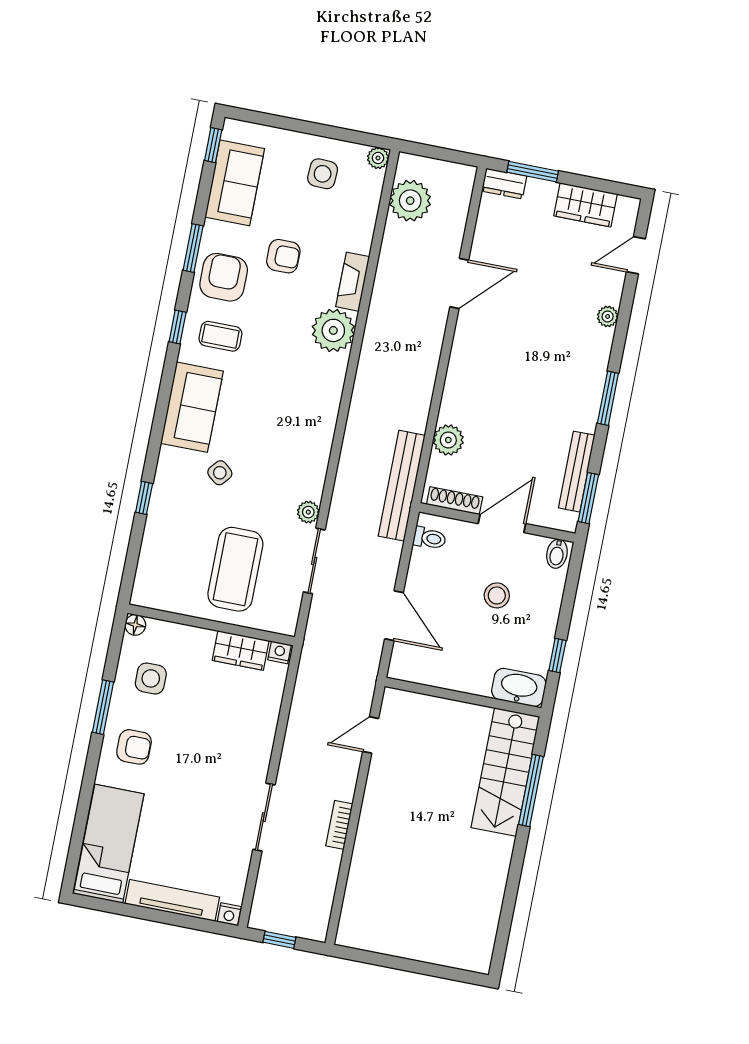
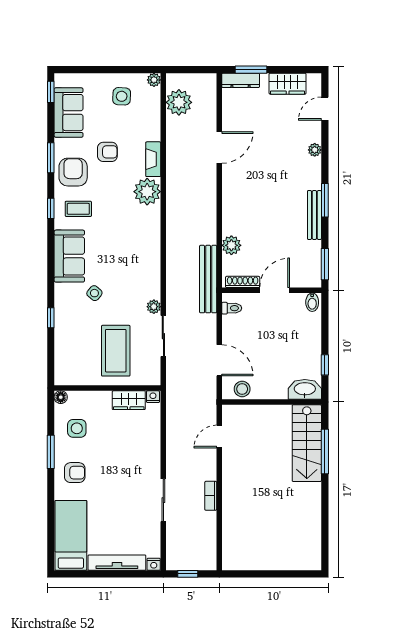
dresser: (504, 184) -> (241, 80), width x1.44
bench: (577, 472) -> (314, 215), moved
stool: (497, 595) -> (242, 389), moved

